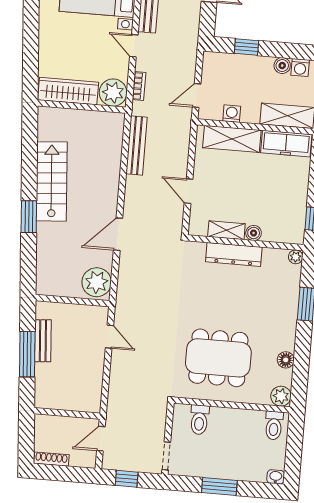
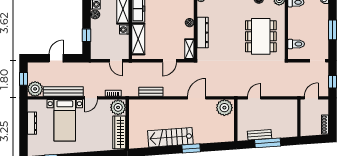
washing machine: (232, 114) -> (124, 30), moved
bench: (137, 145) -> (151, 92), width x0.73
shelving: (226, 230) -> (189, 49), moved
door: (118, 234) -> (197, 98), swing flipped
door: (101, 439) -> (311, 98), swing flipped

